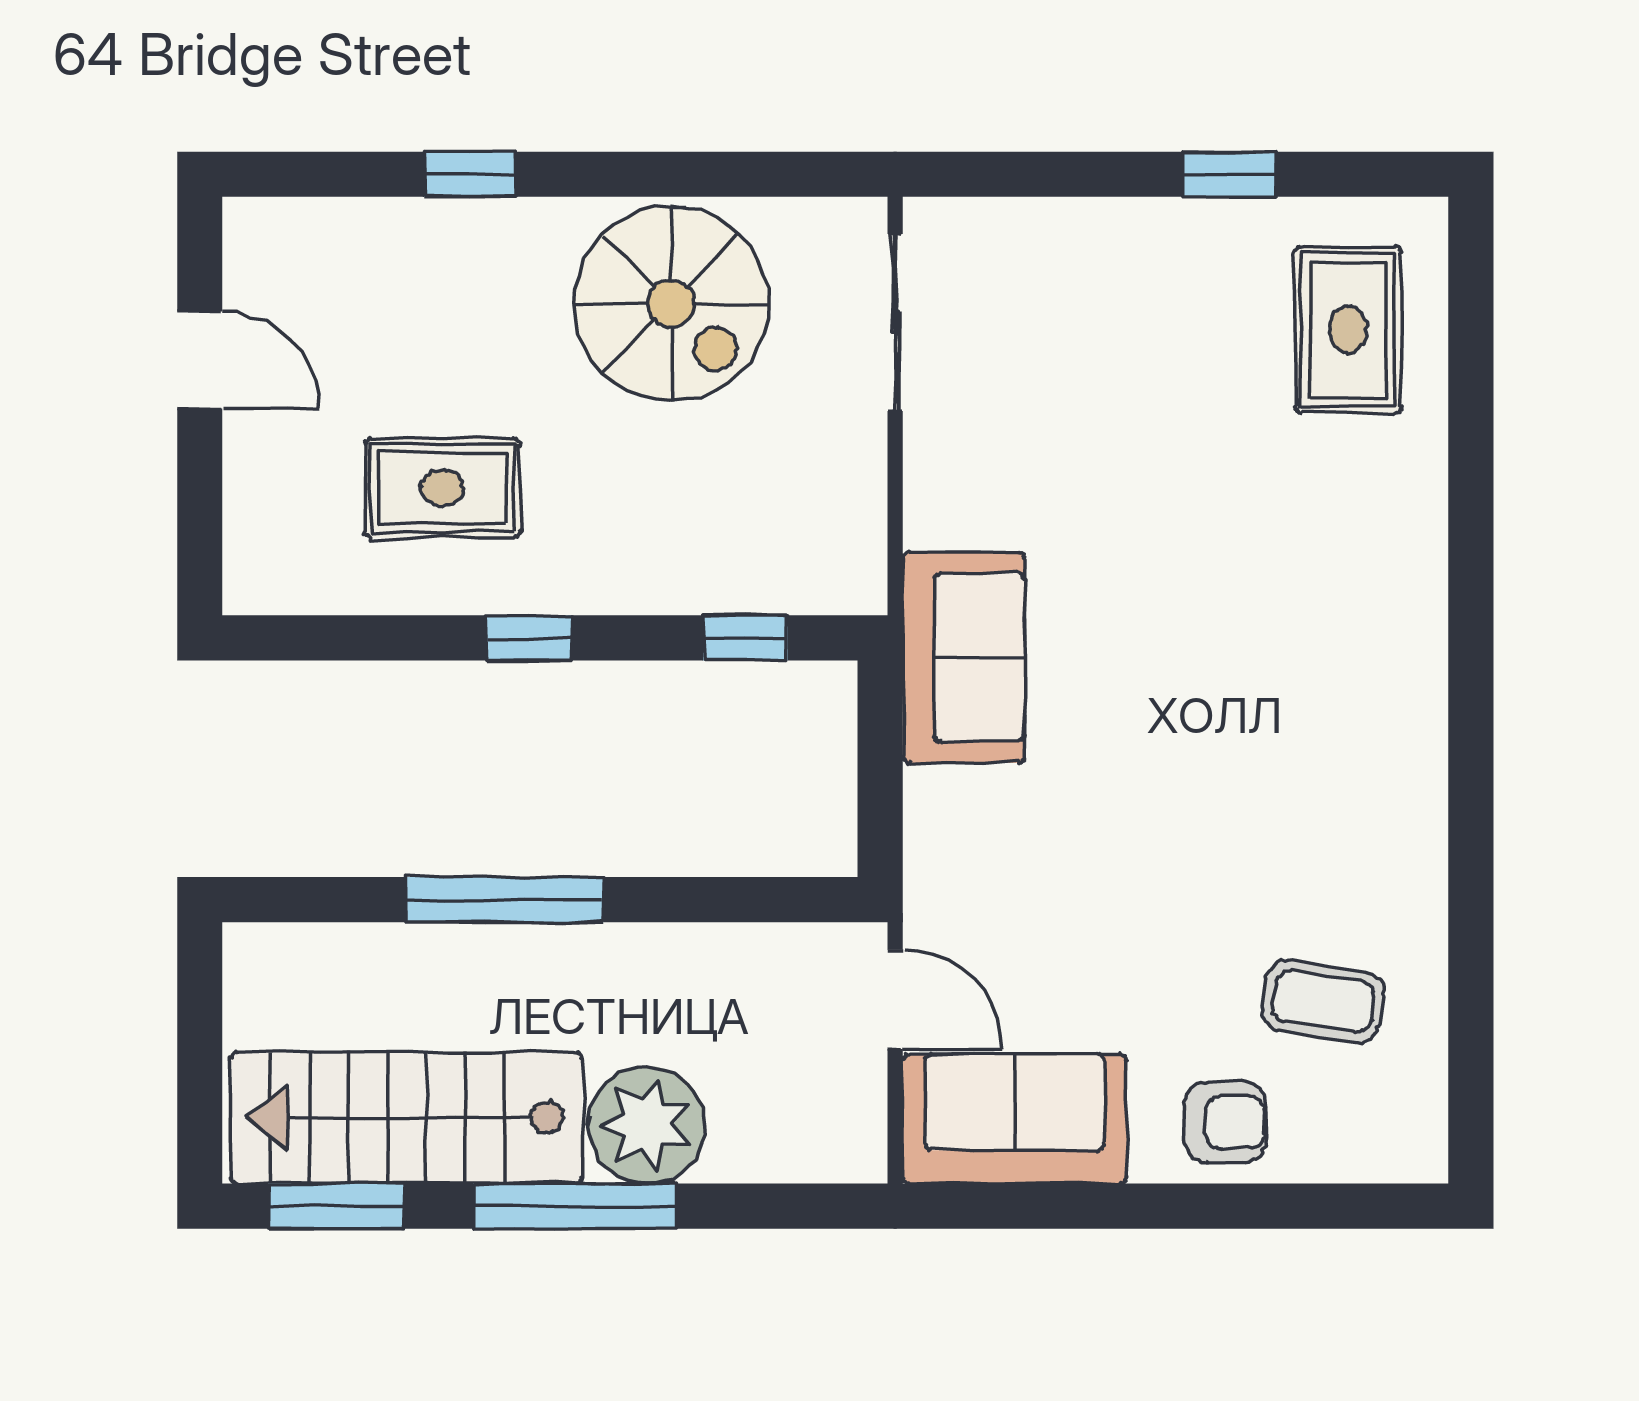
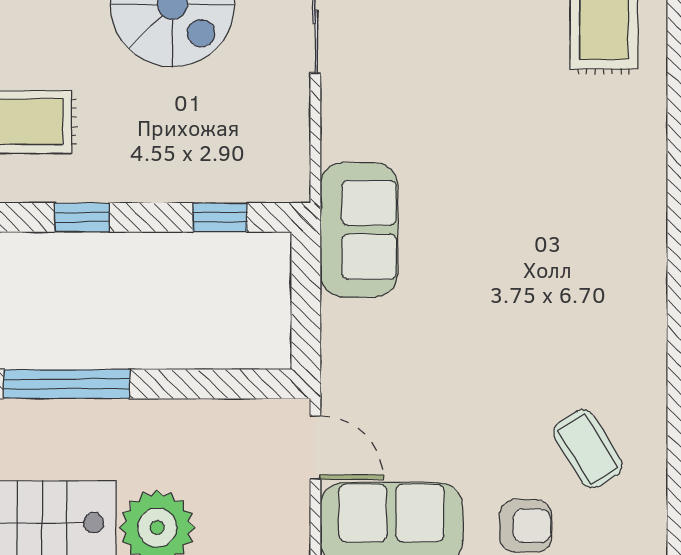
coffee table: (1323, 1001) -> (588, 449), turned 49

